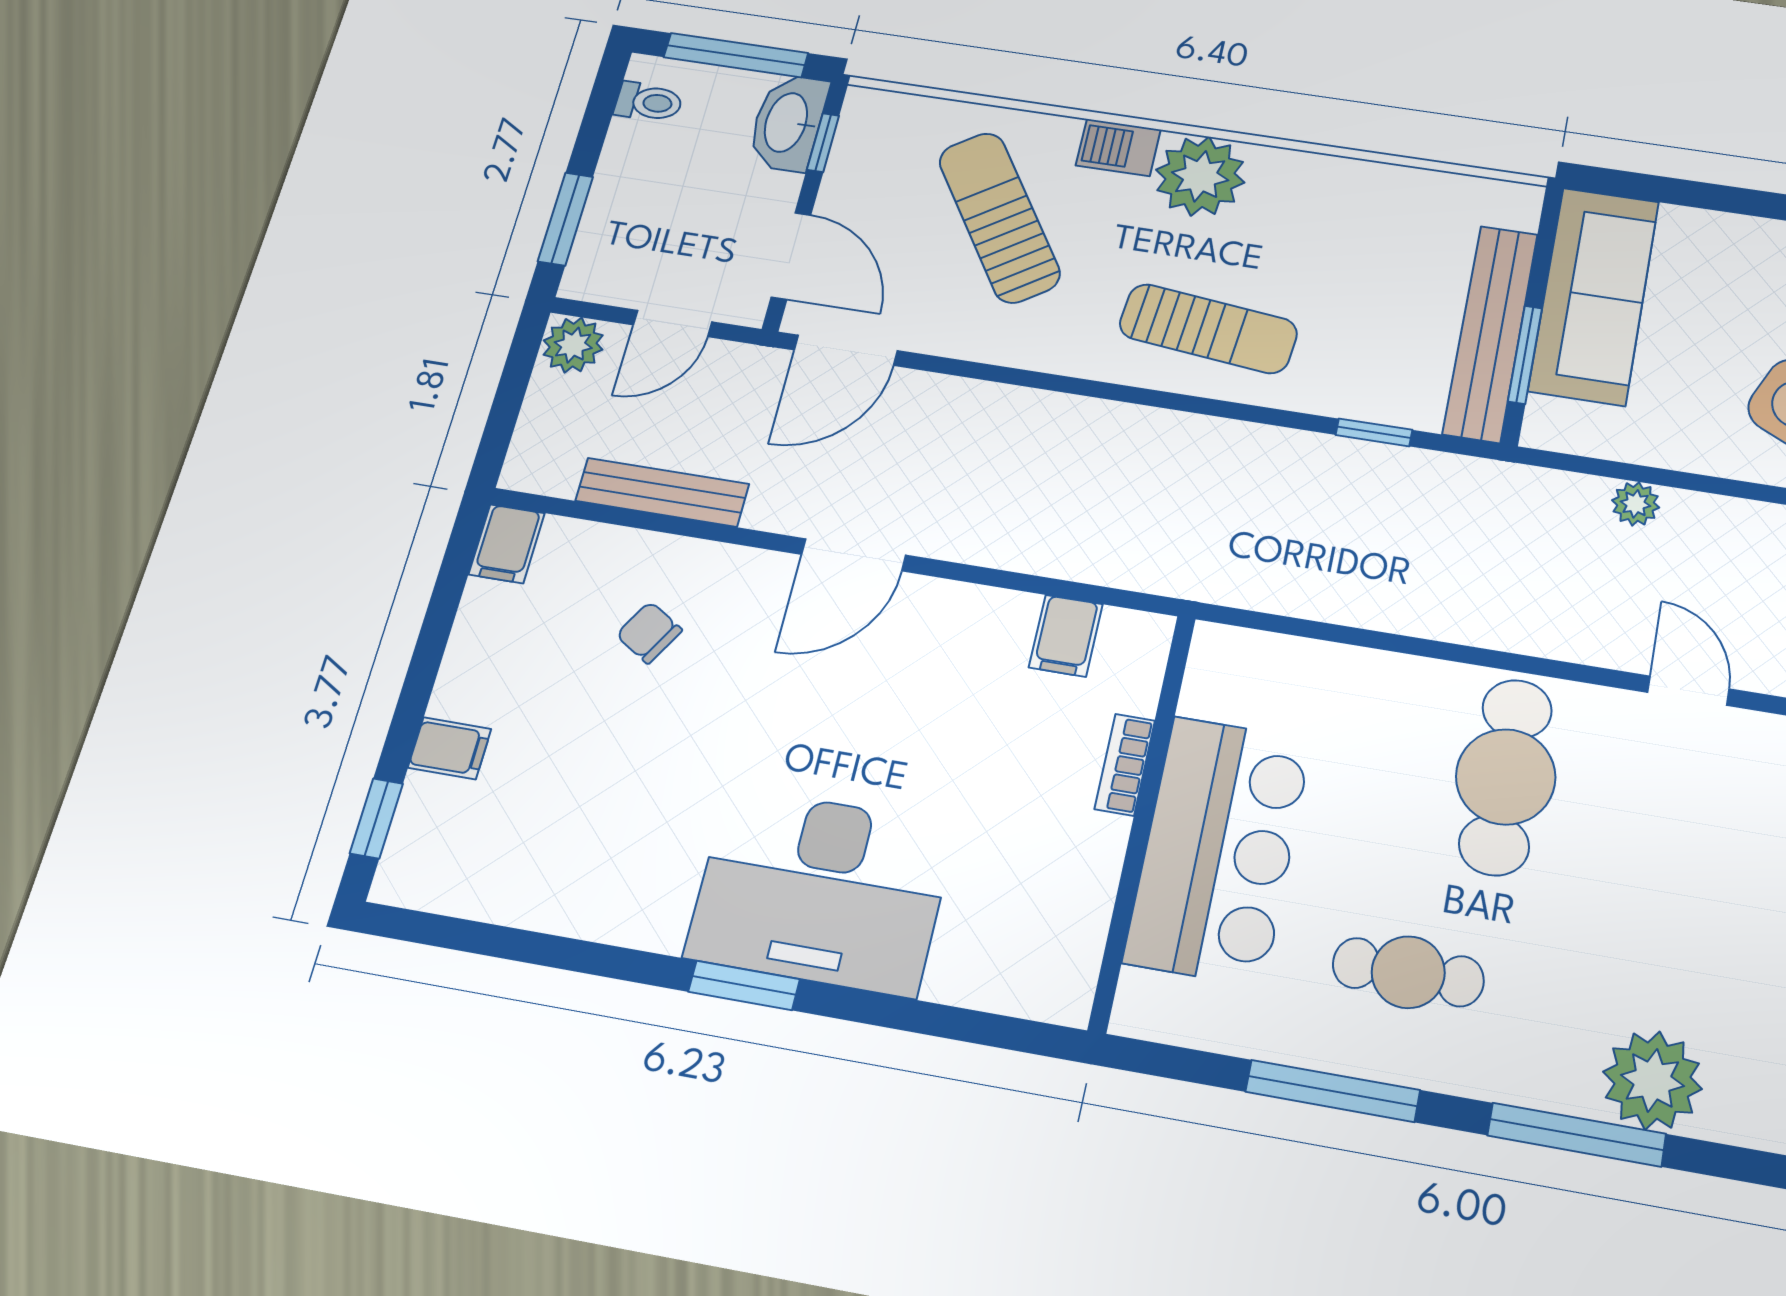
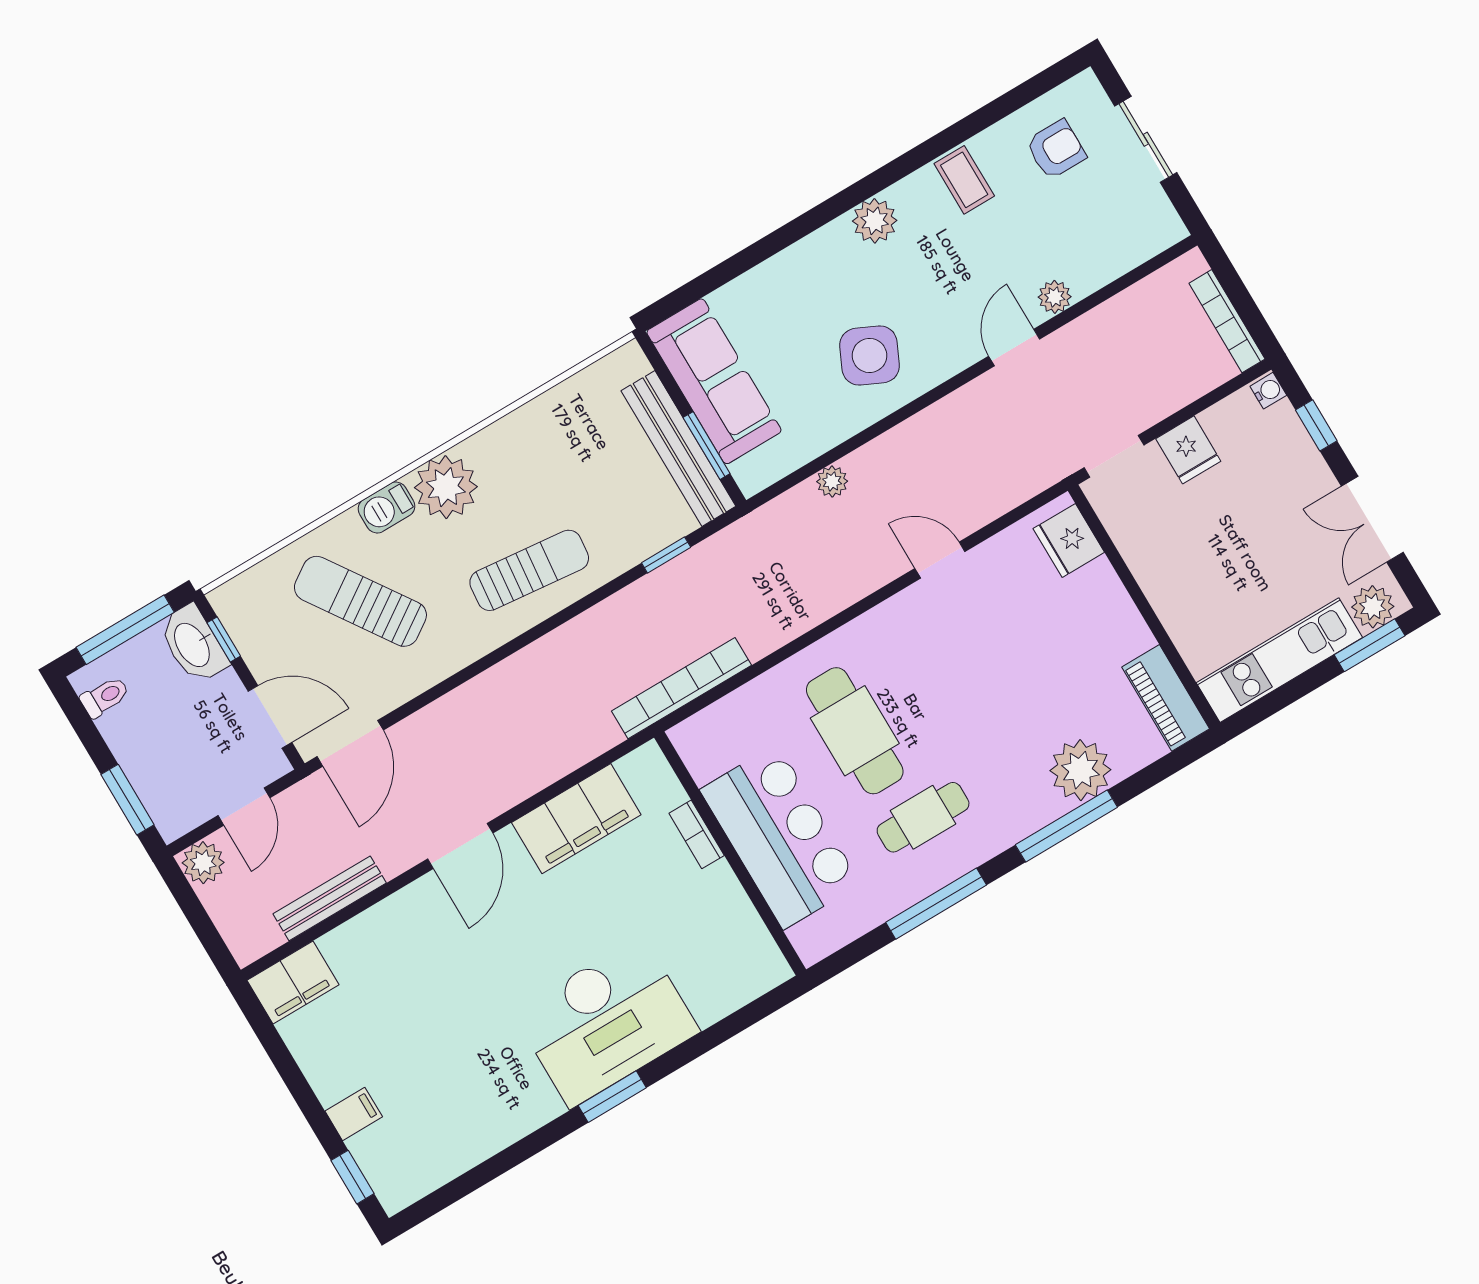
filing cabinet: (507, 544) -> (293, 983), width x2.00
bookcase: (1259, 588) -> (682, 688), added
chair: (649, 633) -> (396, 973), removed
filing cabinet: (1066, 636) -> (576, 819), width x3.00, depth x1.17
cafe table: (1506, 777) -> (855, 731), moved

